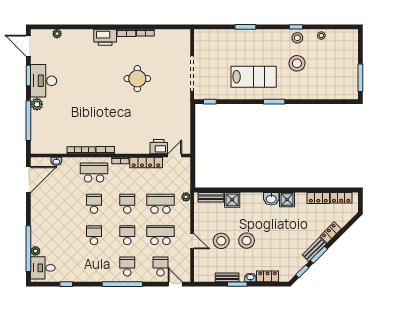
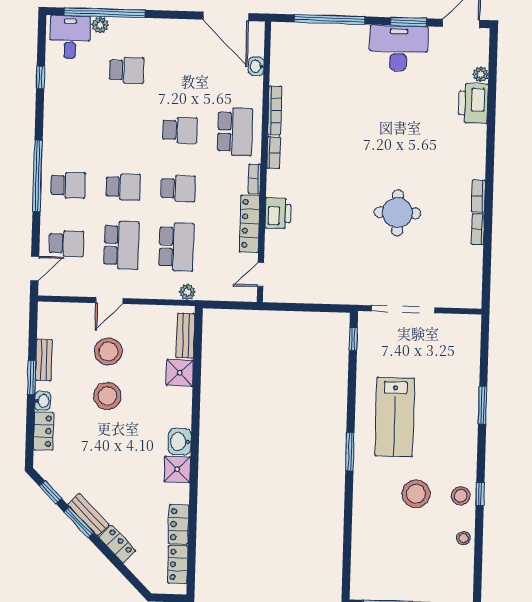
printer: (105, 37) -> (473, 103), moved
plant: (37, 104) -> (358, 35), removed
printer: (159, 147) -> (278, 213), moved
door: (175, 155) -> (261, 275), swing flipped
school desk: (94, 235) -> (127, 70), moved

